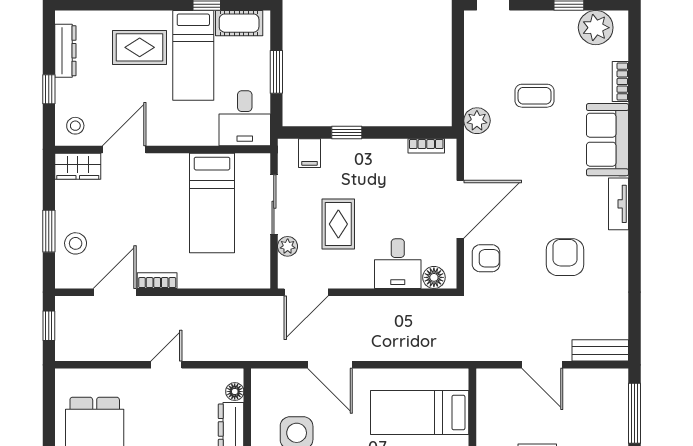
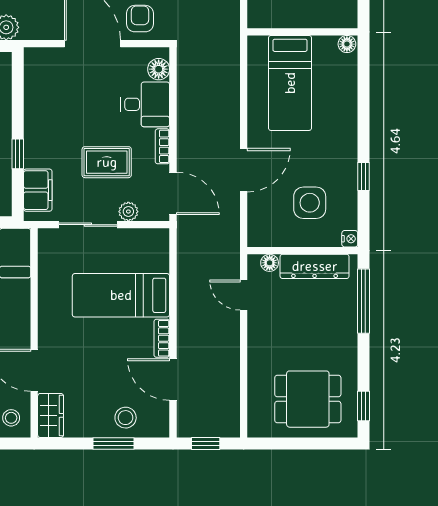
bookcase: (426, 146) -> (162, 146), moved, turned 180
filing cabinet: (310, 153) -> (38, 190), width x2.00
bed: (212, 203) -> (121, 295), moved, turned 180
door: (166, 365) -> (244, 295), moved

